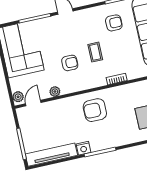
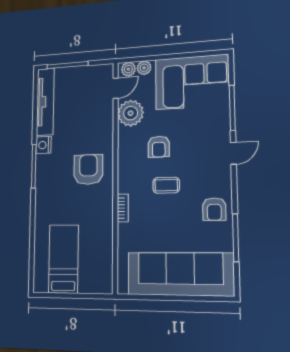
armchair: (114, 23) -> (214, 209), moved
plant: (15, 85) -> (144, 68), added
plant: (55, 92) -> (131, 113), width x1.88, depth x1.88
door: (33, 103) -> (116, 88), hinge flipped

